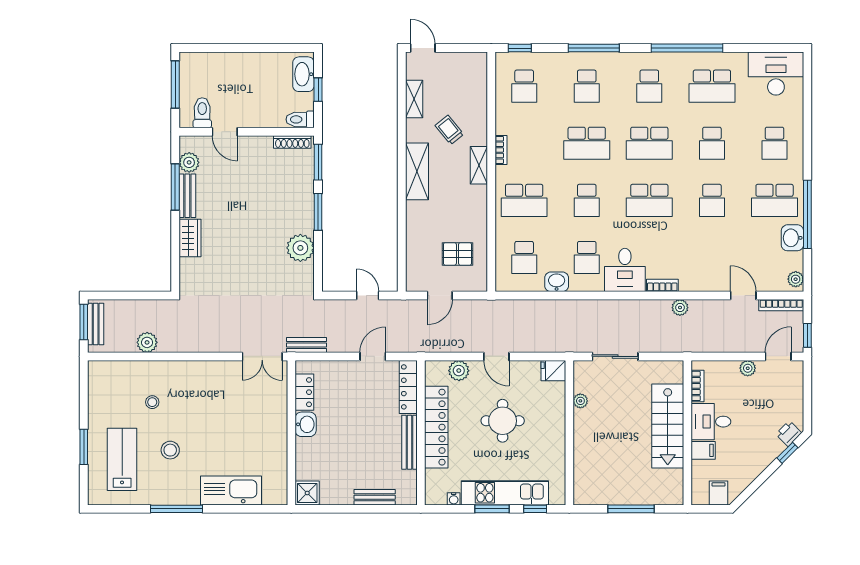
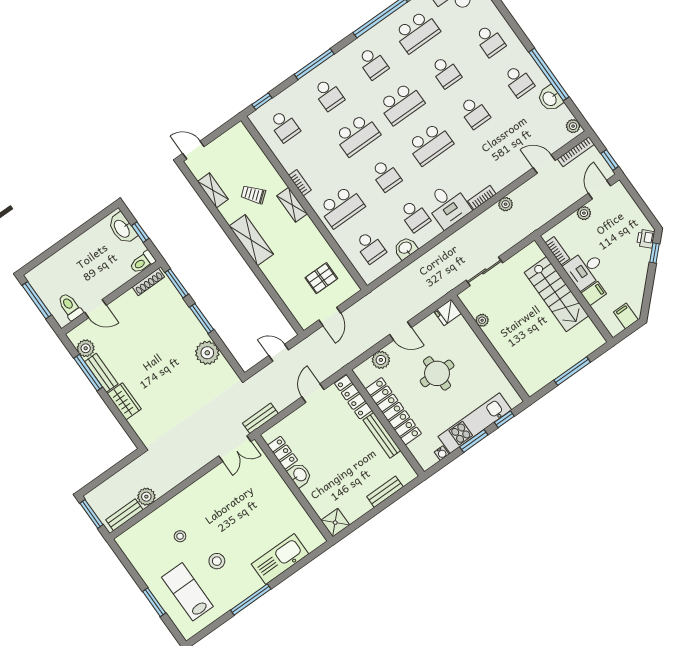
school desk: (775, 200) -> (519, 81), width x0.54
bench: (96, 324) -> (124, 515), moved, turned 90

